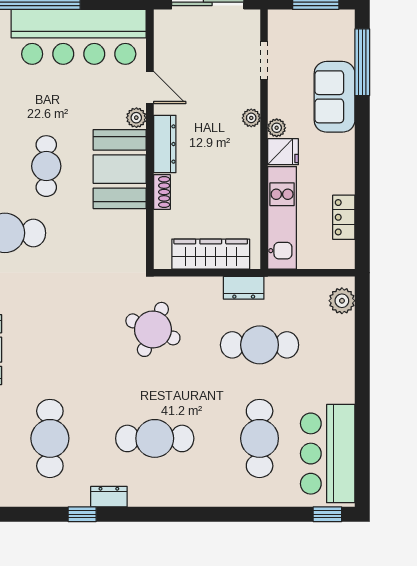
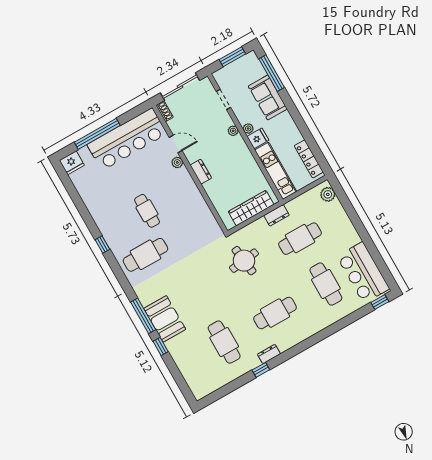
dresser: (165, 144) -> (201, 172), width x0.70
booth: (120, 169) -> (183, 192), removed
shoe rack: (162, 192) -> (165, 111), moved
locker: (344, 217) -> (309, 159), width x1.53
round table: (153, 329) -> (244, 261), turned -30

